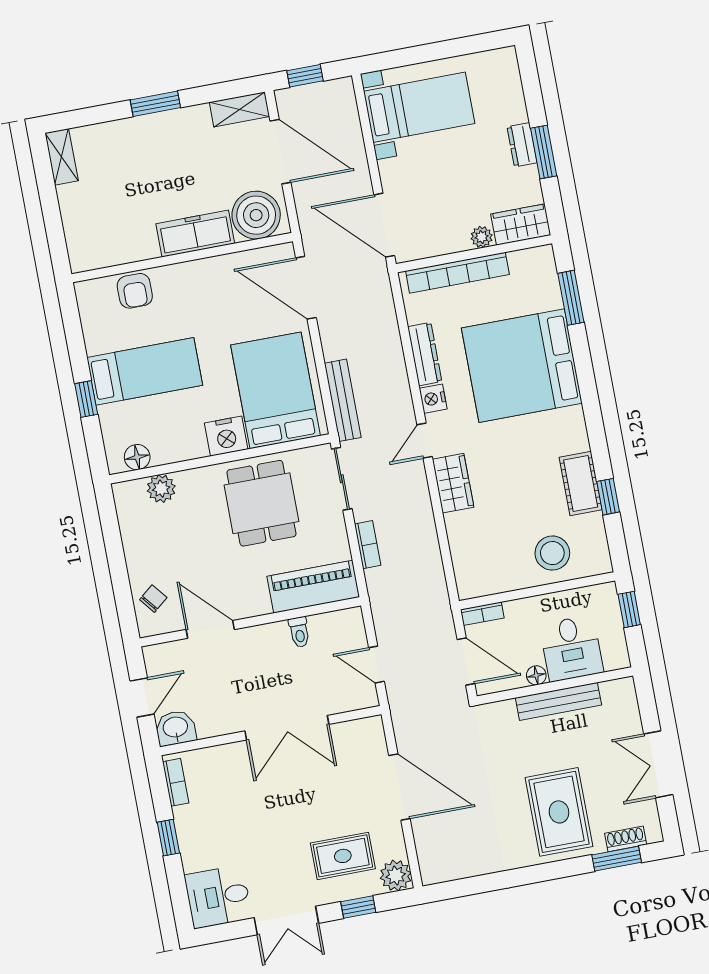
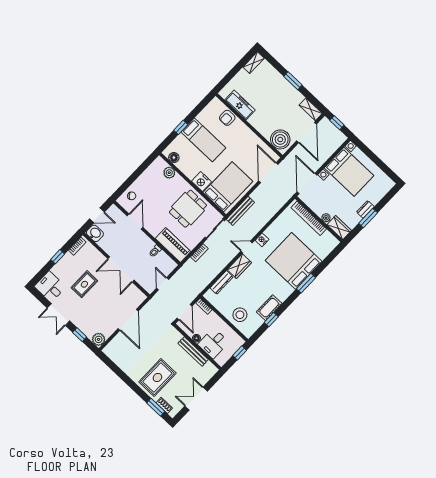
bed with nightstands: (419, 107) -> (349, 172), width x1.36
freezer: (195, 234) -> (240, 105), moved
window: (571, 298) -> (306, 283), moved
dresser: (425, 354) -> (222, 282), moved
rug: (343, 856) -> (84, 284), moved, turned 90

